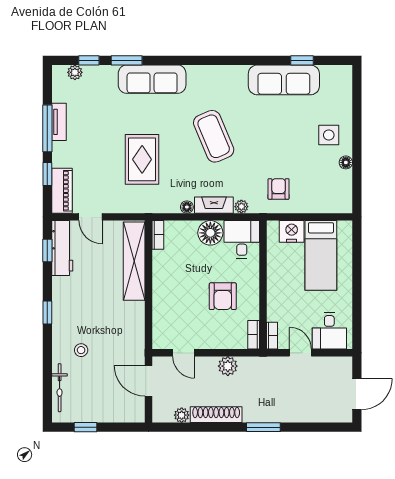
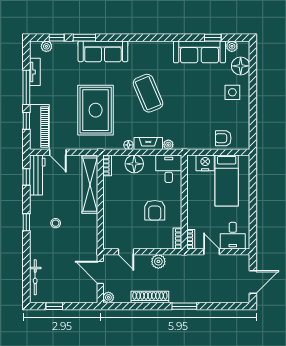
plant: (328, 72) -> (232, 46), added
tv unit: (59, 122) -> (35, 72), moved
rug: (142, 159) -> (96, 110), width x1.37, depth x1.44
floor lamp: (346, 162) -> (241, 66), moved, width x1.89, depth x1.89
armchair: (279, 189) -> (223, 138), moved, turned -90
piano: (62, 191) -> (39, 127), width x1.37, depth x1.33
floor lamp: (210, 233) -> (134, 164), moved
stool: (81, 350) -> (56, 223), moved
plant: (182, 415) -> (108, 297), moved

